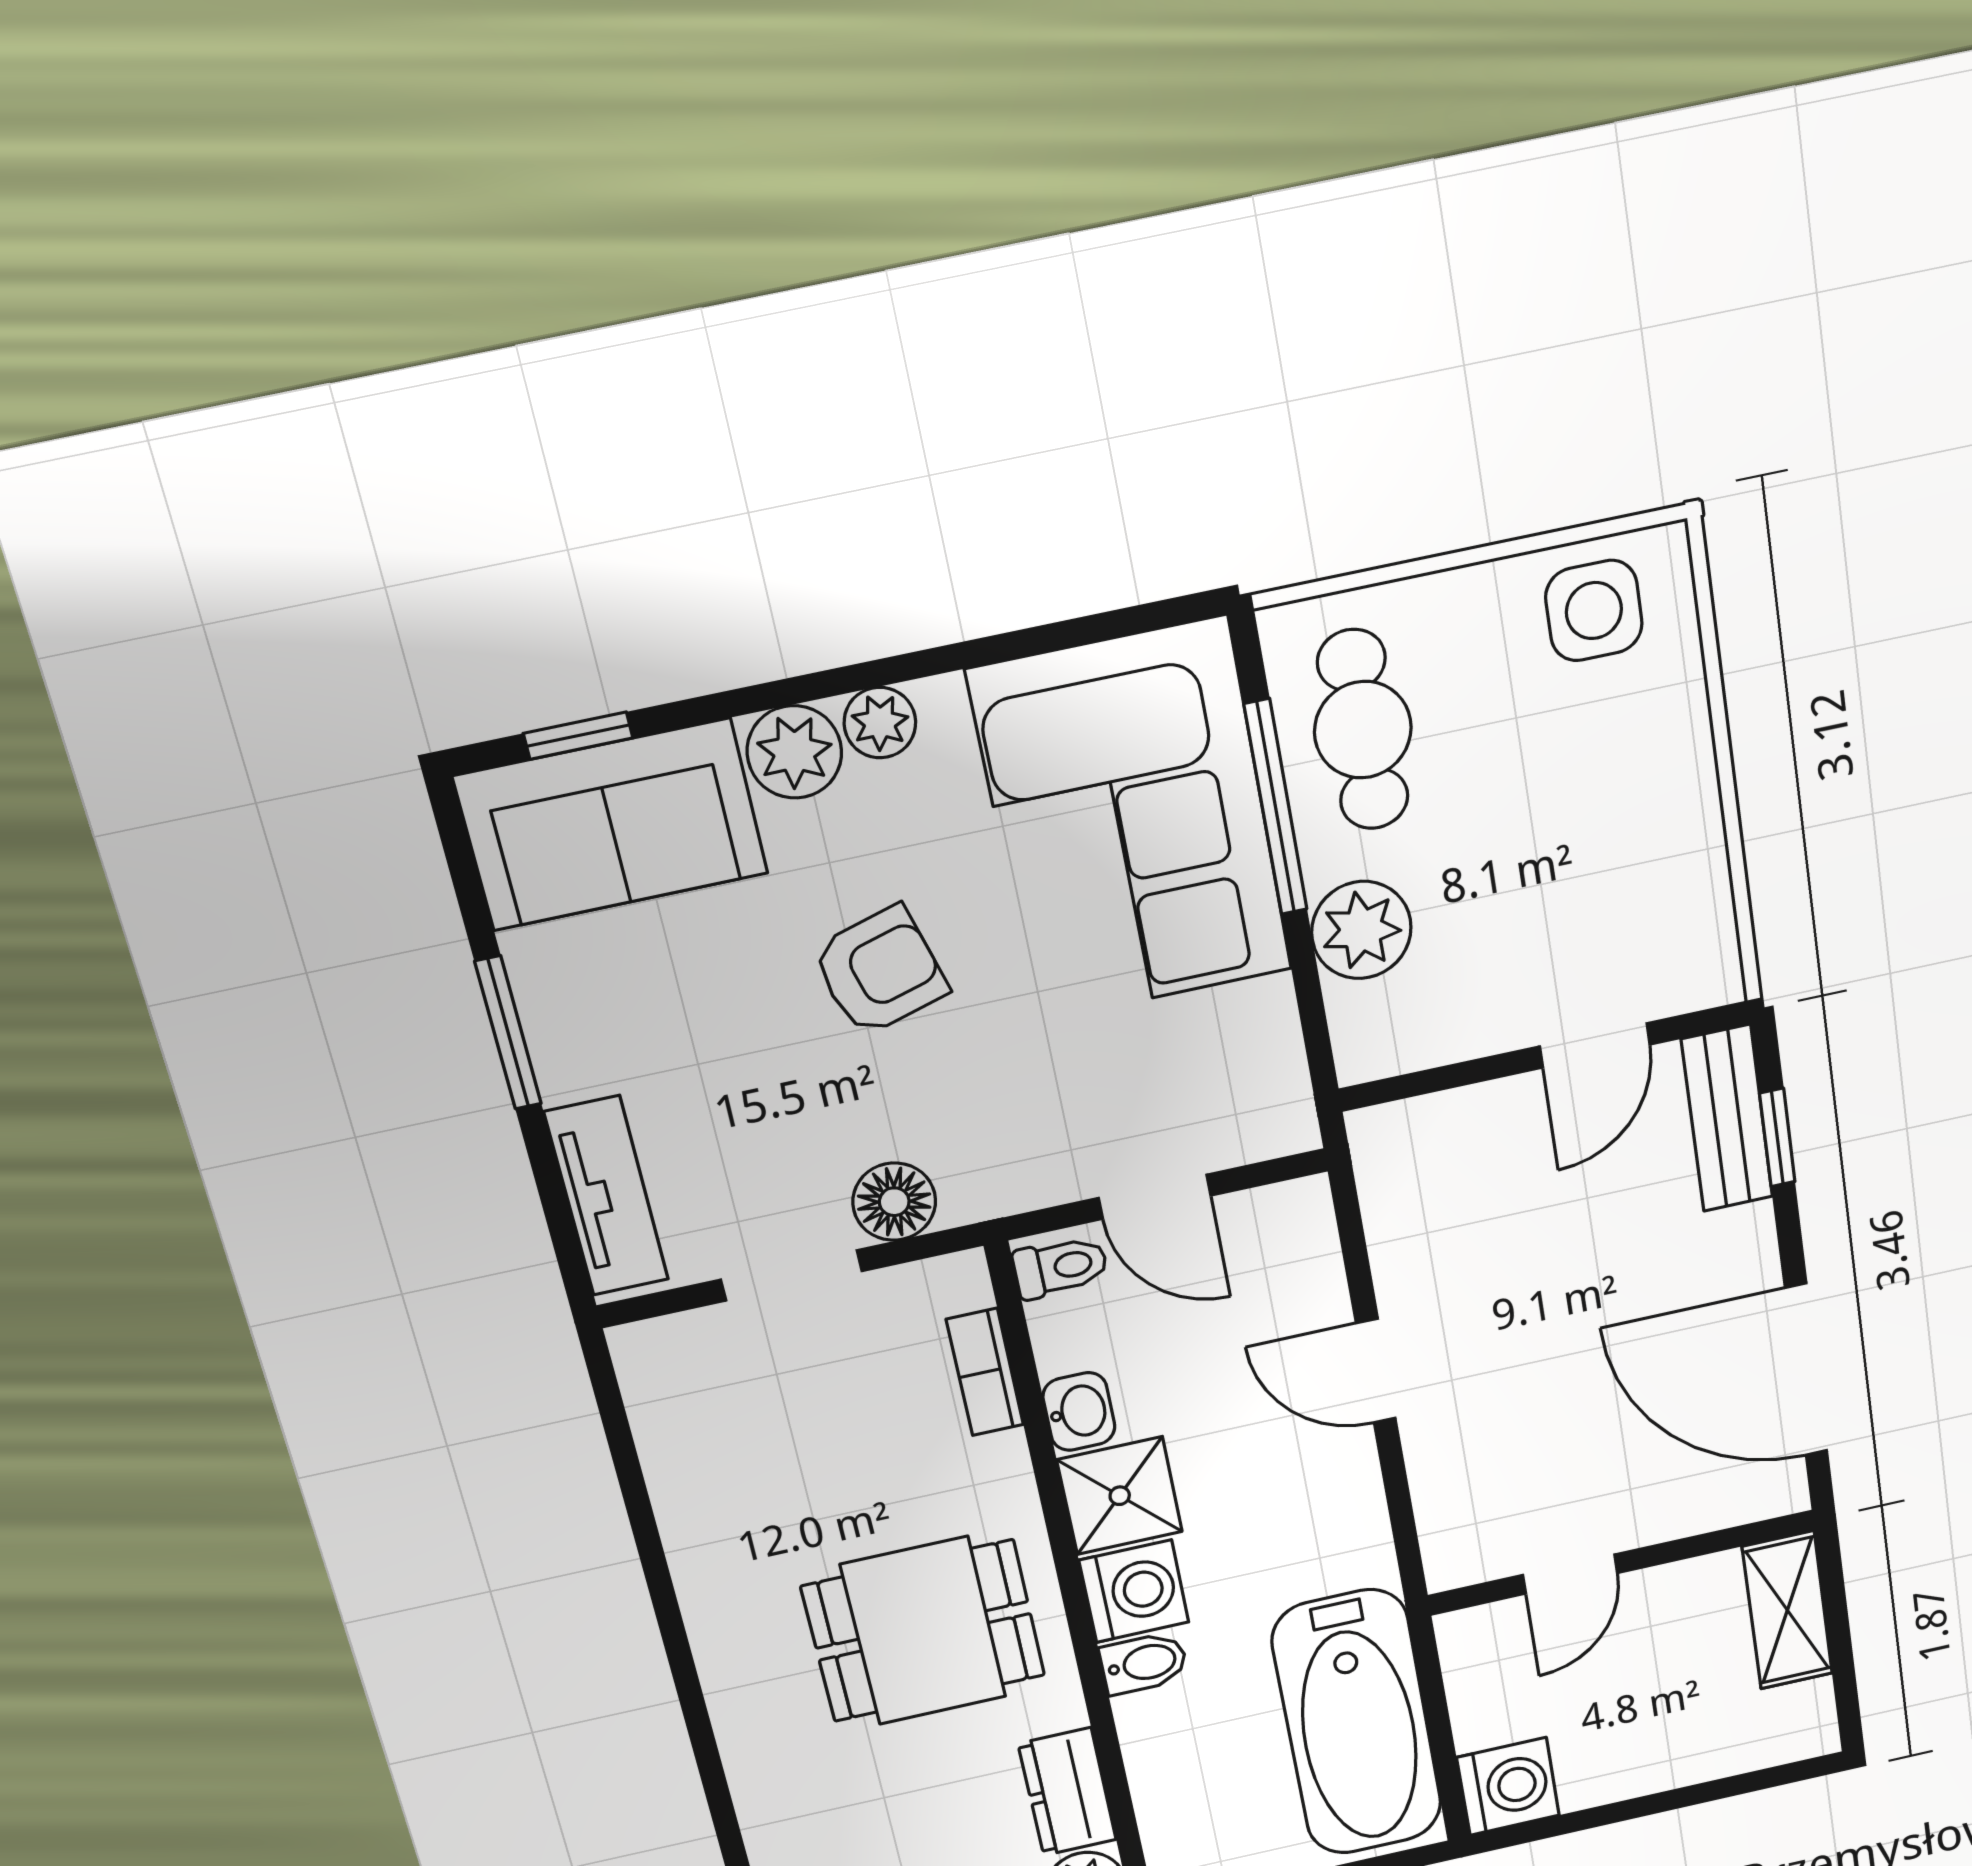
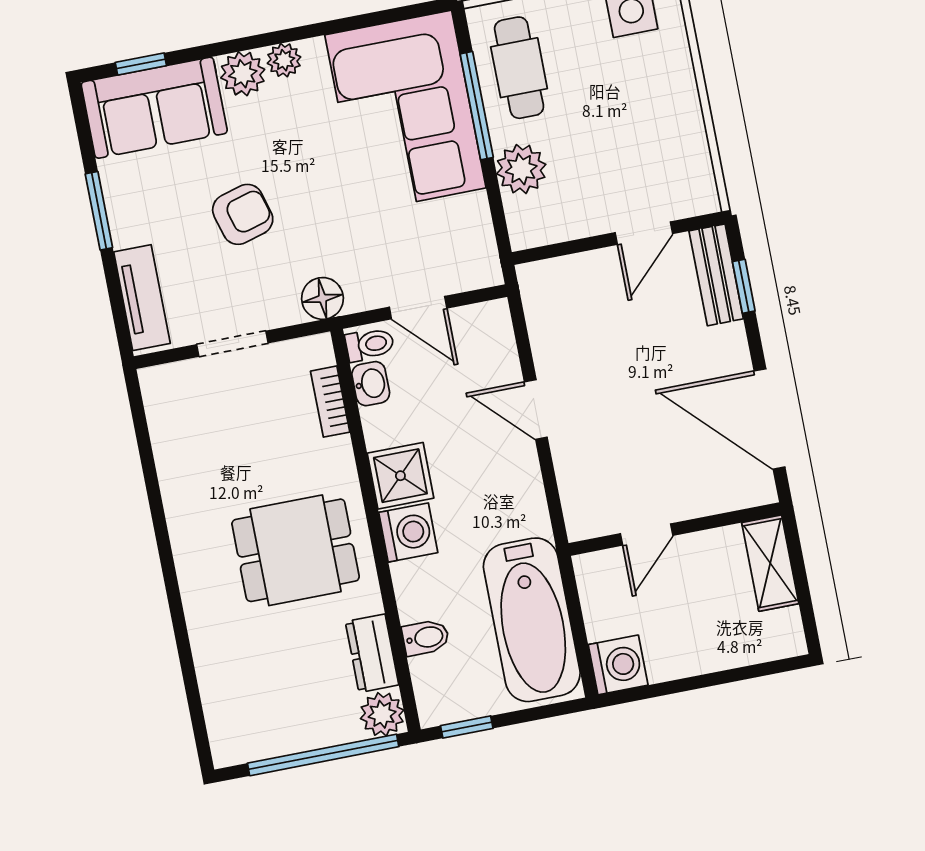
armchair: (880, 971) -> (243, 214), moved
floor lamp: (894, 1202) -> (322, 298), moved
washbasin: (1079, 1412) -> (371, 384), moved
bidet: (1144, 1663) -> (426, 638), moved

